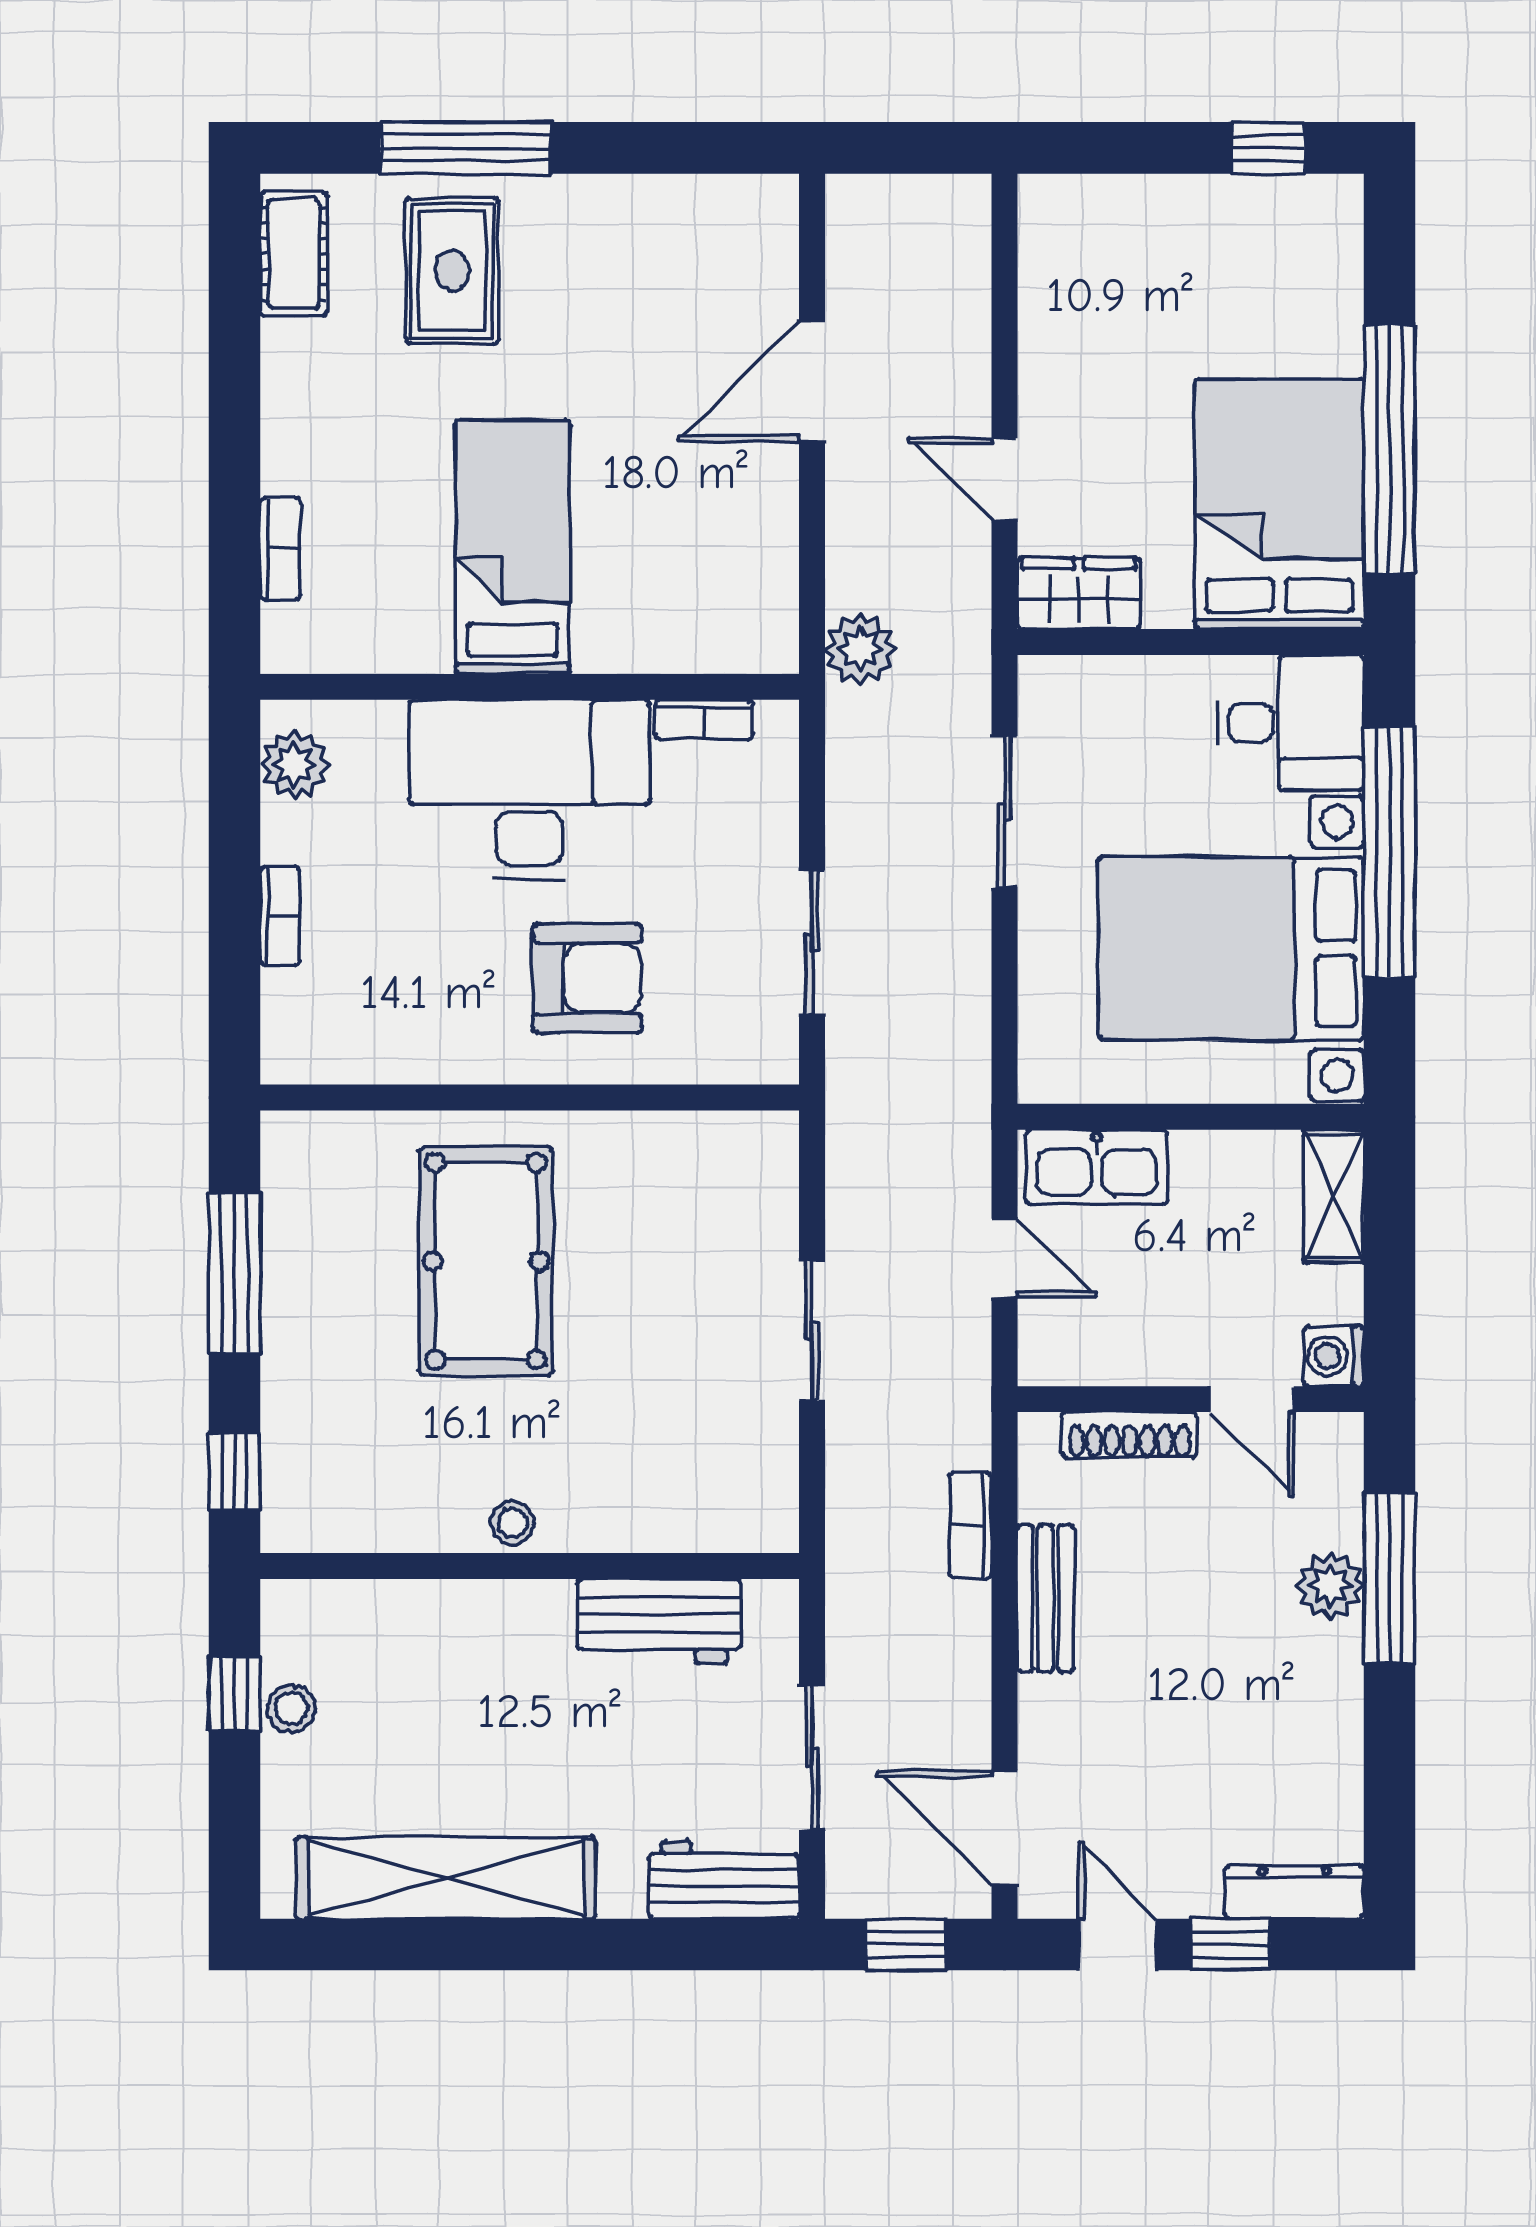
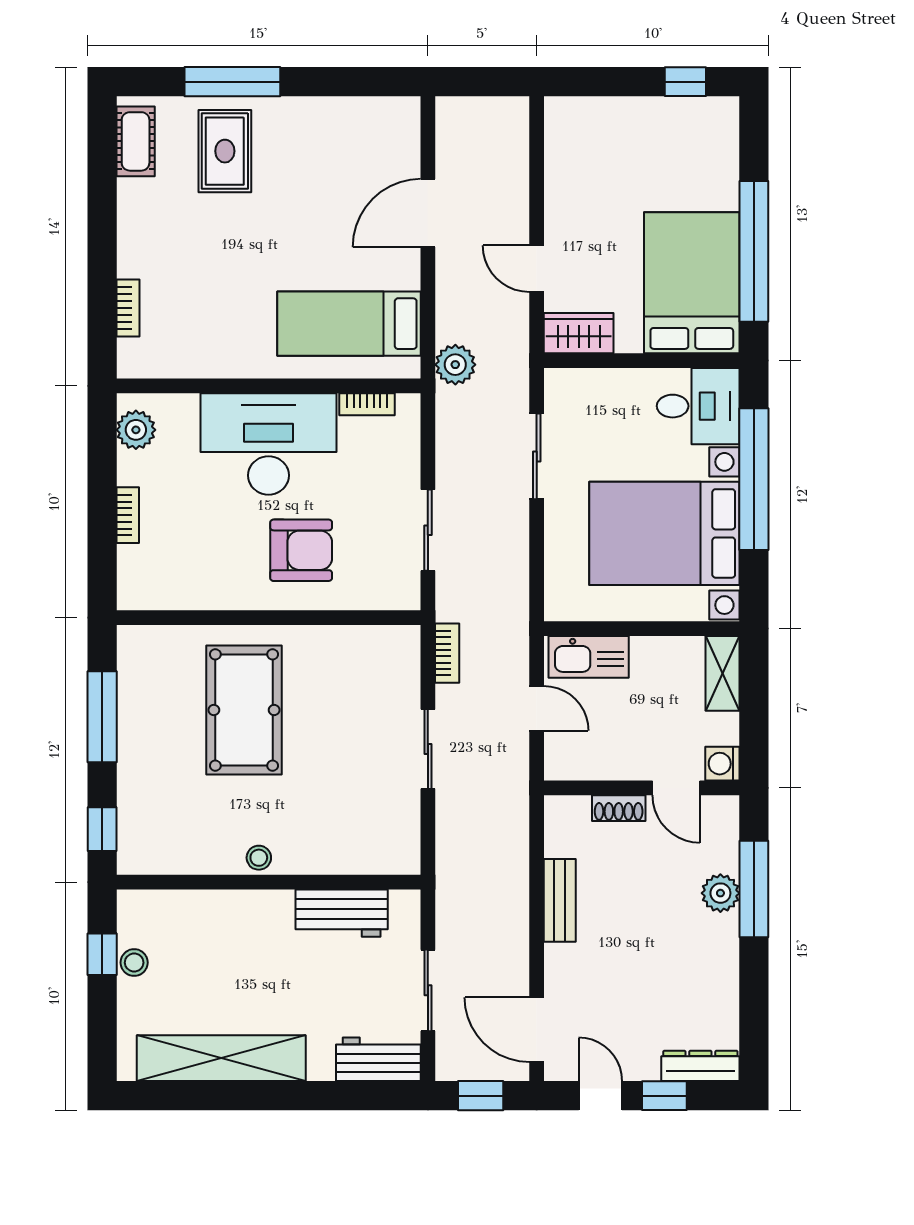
bed: (513, 547) -> (349, 324), moved, turned -90
shoe rack: (1130, 1435) -> (619, 808), width x0.70
bookcase: (971, 1525) -> (447, 653), moved, turned 180

